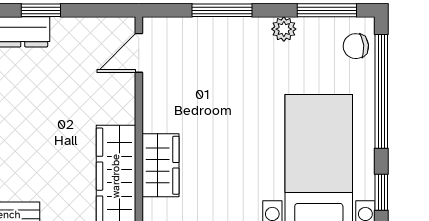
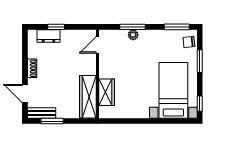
plant: (284, 29) -> (133, 35), moved
window: (381, 91) -> (200, 61), width x0.47

